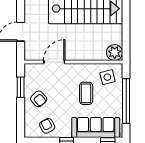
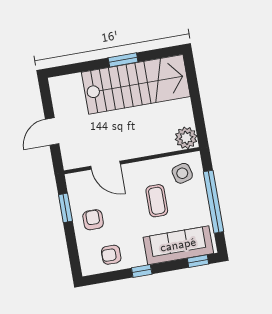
door: (54, 62) -> (106, 165), swing flipped
armchair: (39, 99) -> (93, 220), turned -138
armchair: (47, 126) -> (111, 255), turned -63

